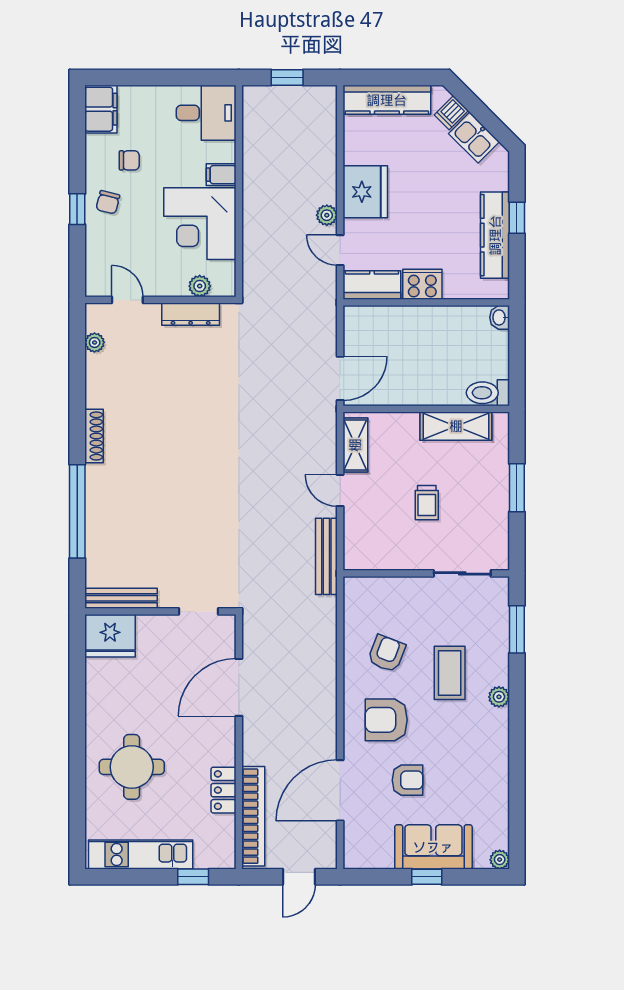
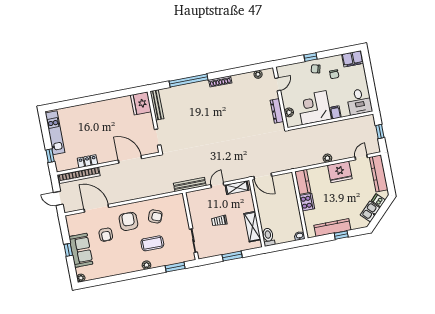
door: (340, 250) -> (361, 157), moved
round table: (132, 767) -> (90, 122), removed

